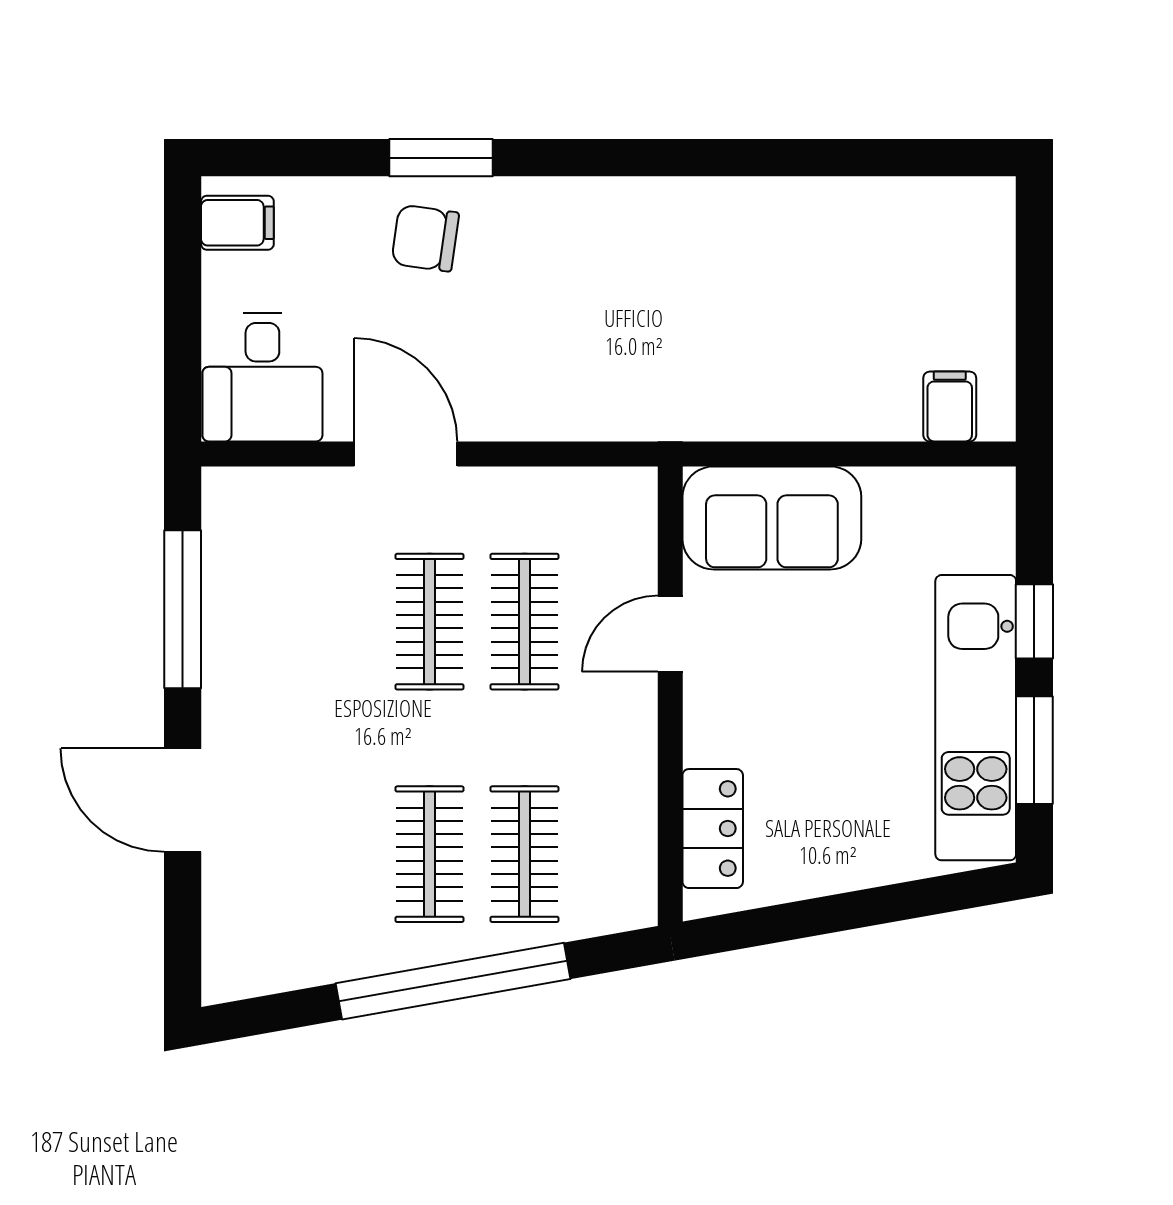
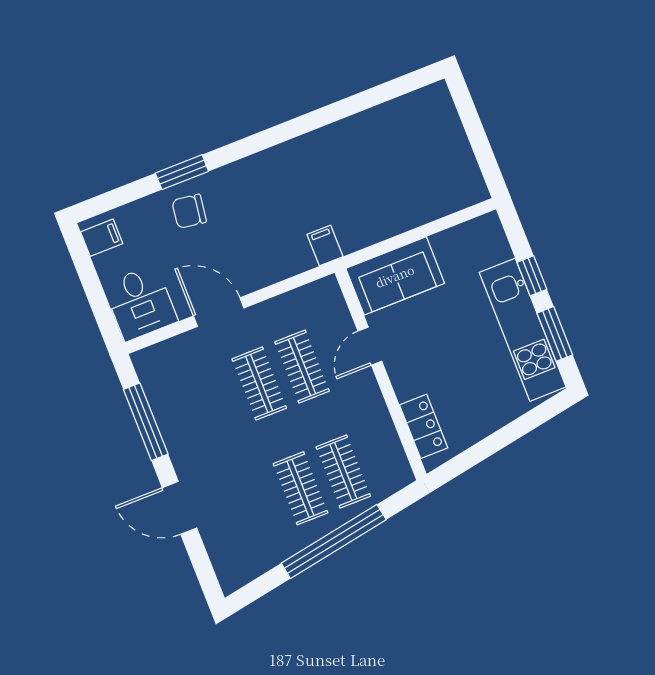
filing cabinet: (950, 407) -> (325, 245), moved

